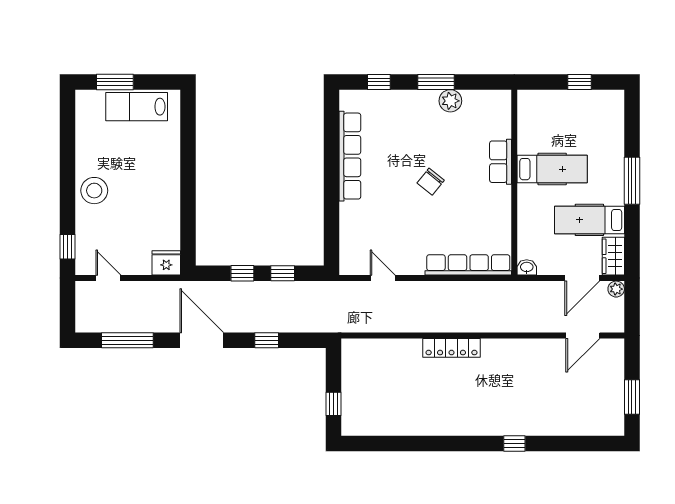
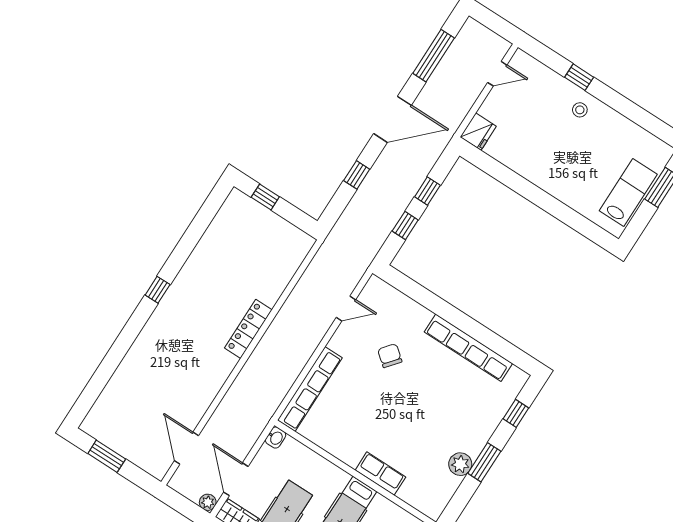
chair: (431, 182) -> (390, 356), moved
stool: (94, 191) -> (580, 110), width x0.53, depth x0.53
window: (68, 247) -> (579, 77), moved
window: (514, 444) -> (158, 290), moved

